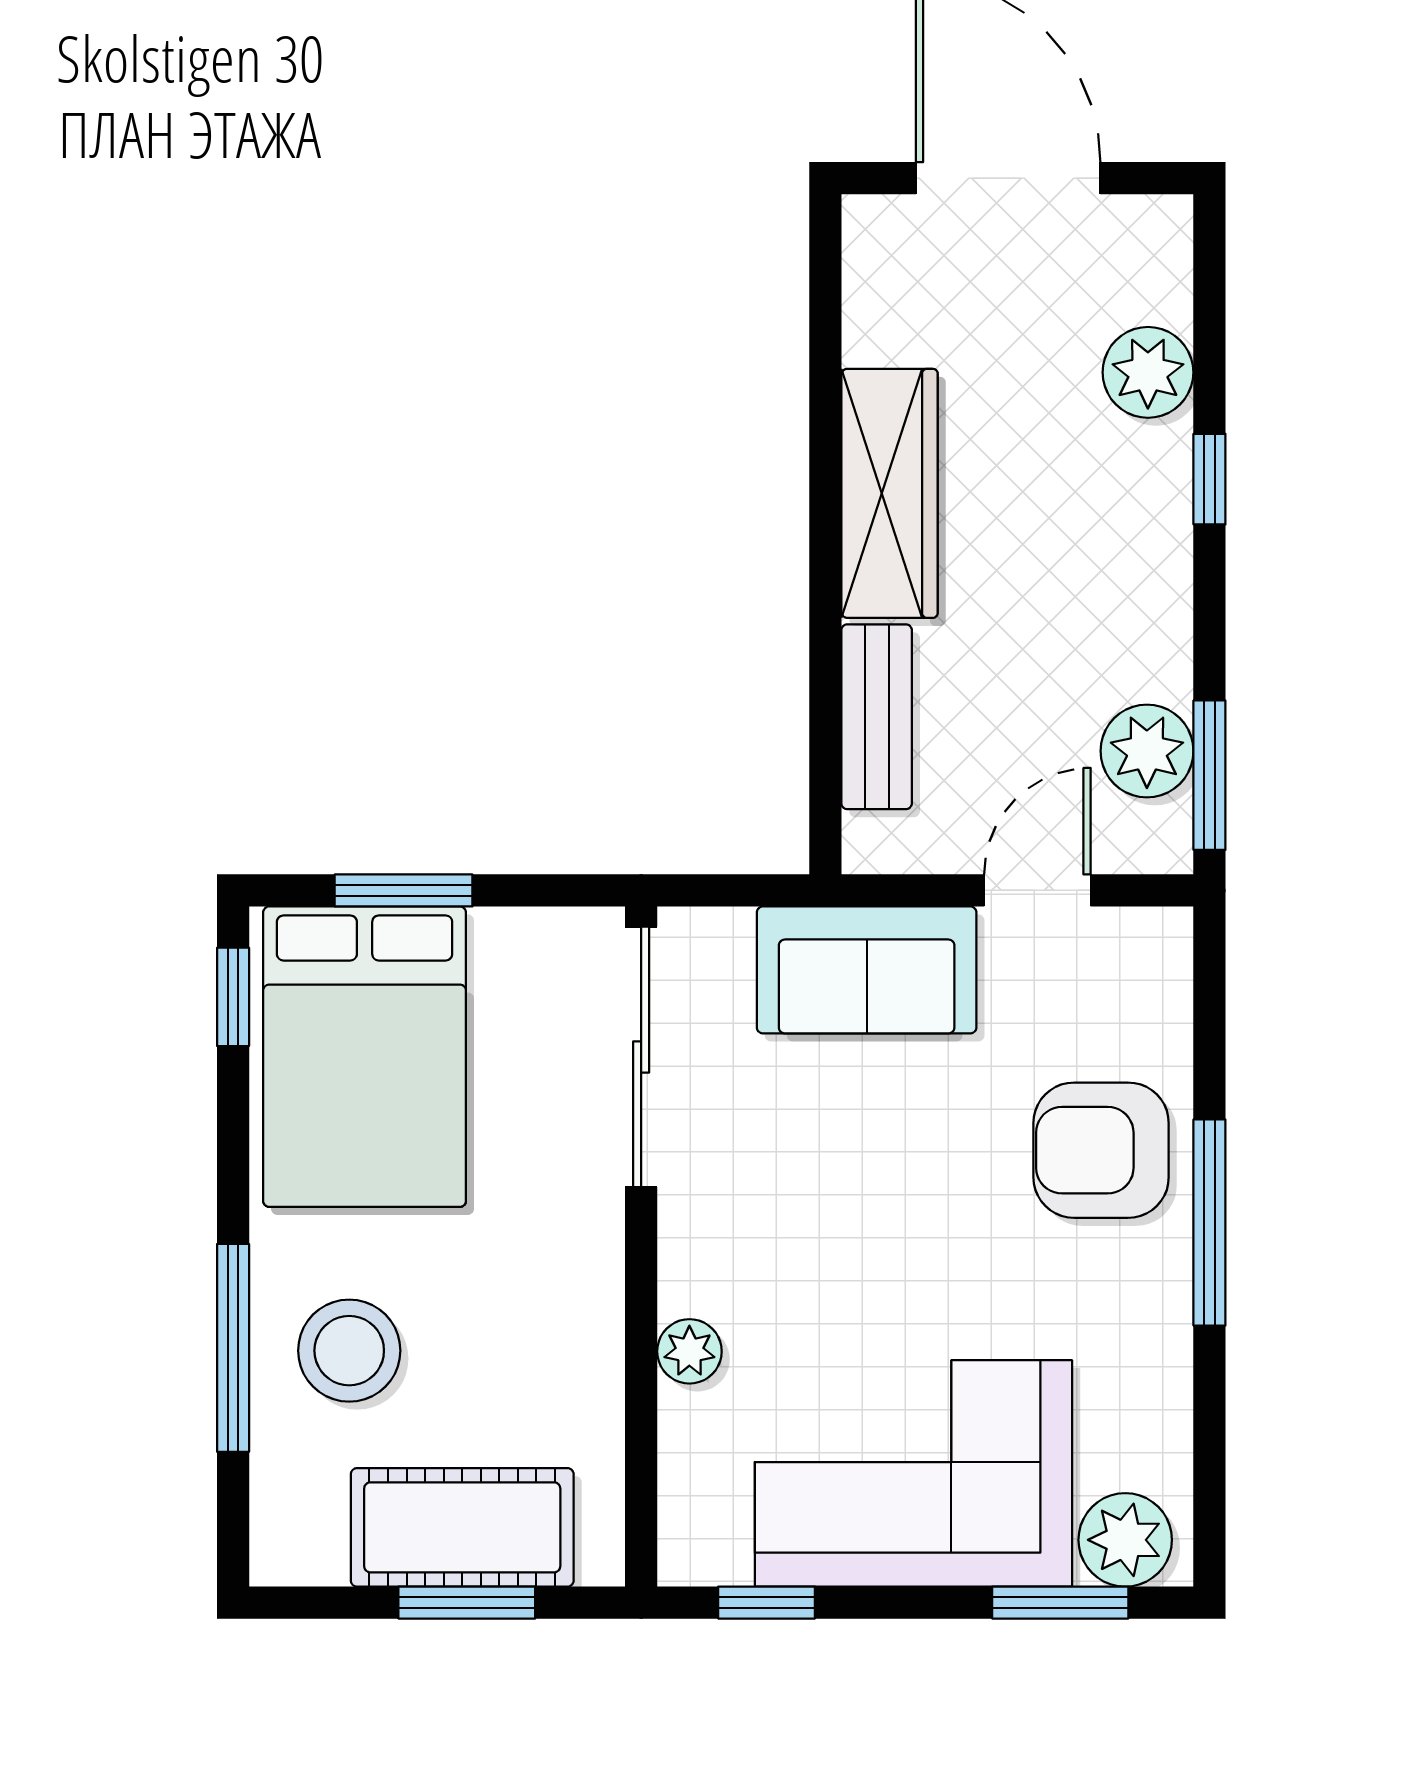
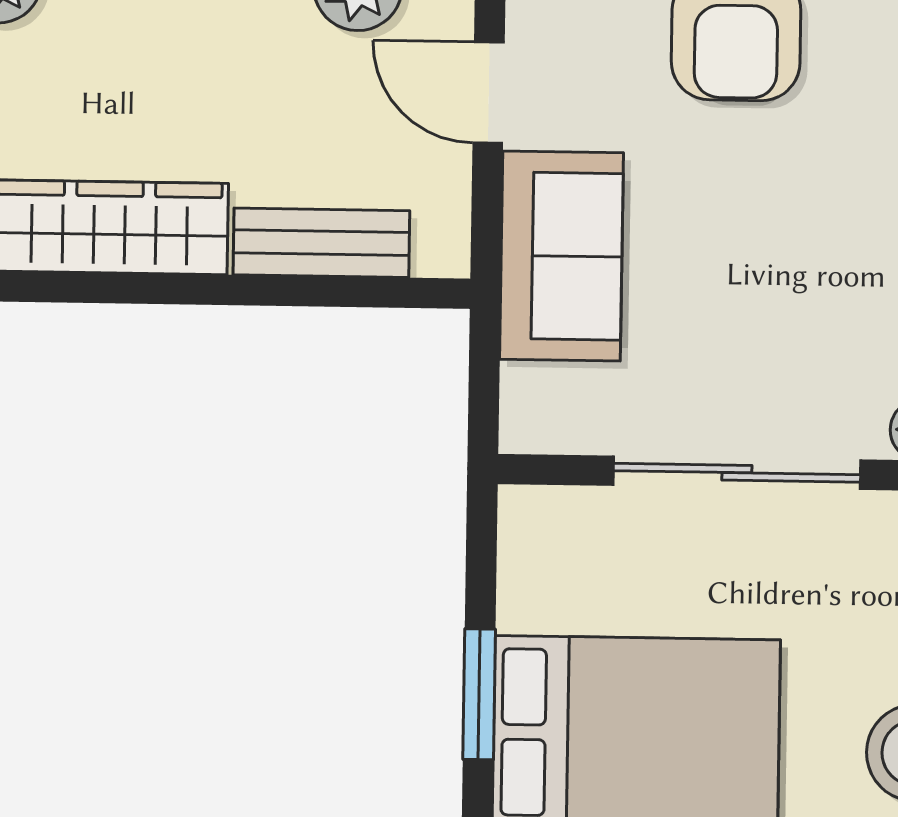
sliding door: (641, 1057) -> (737, 473), moved

